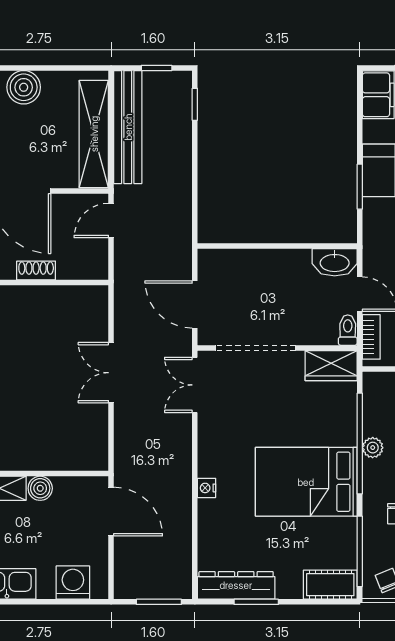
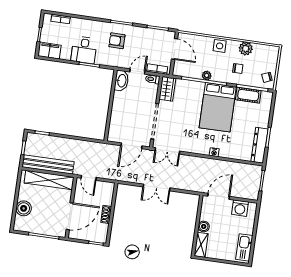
washing machine: (73, 583) -> (240, 208), moved, turned -90
cot: (330, 585) -> (248, 95), moved, turned 90

